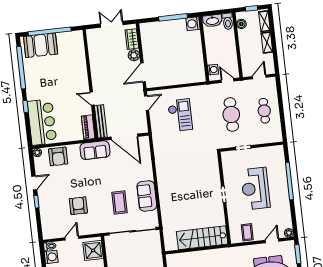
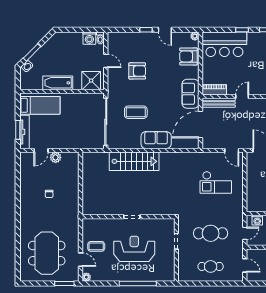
sofa: (147, 196) -> (156, 140), moved
coffee table: (247, 232) -> (96, 246), moved
stairs: (202, 238) -> (134, 161), moved, turned 90

